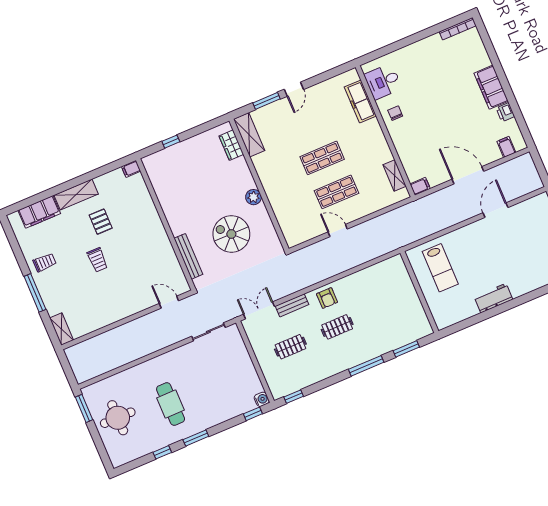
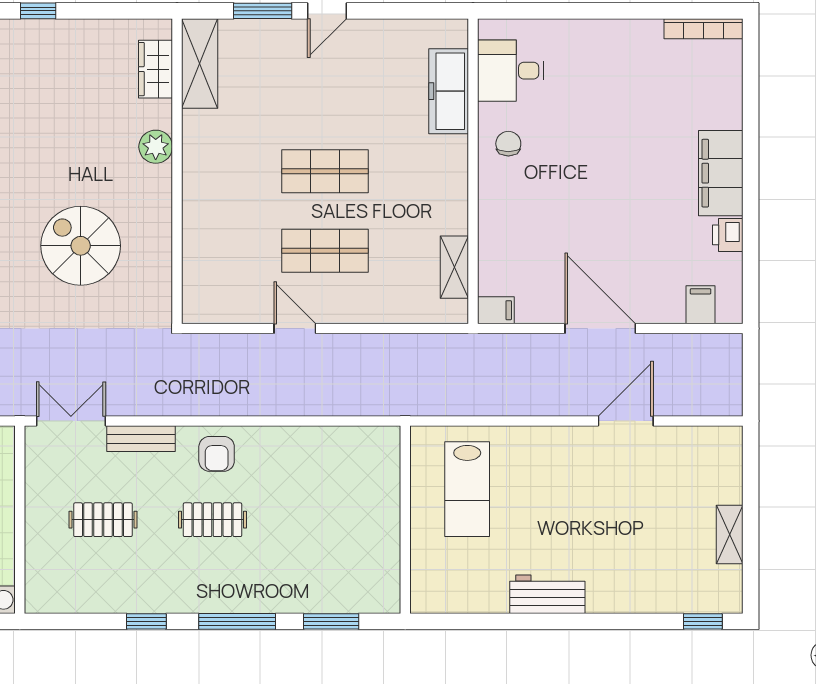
plant: (253, 197) -> (156, 147), moved
window: (294, 397) -> (146, 621), moved

